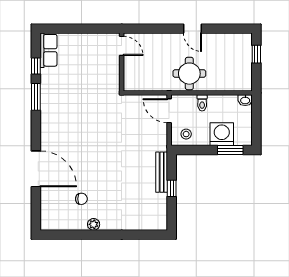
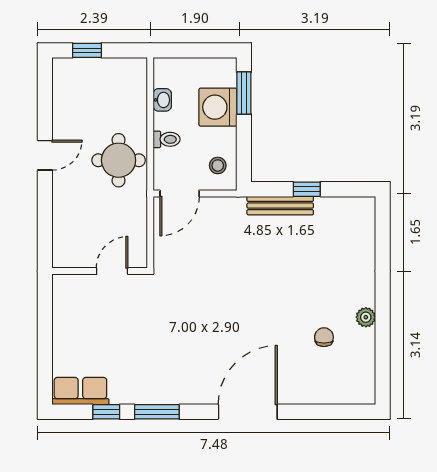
door: (122, 46) -> (112, 271), moved
washbasin: (245, 100) -> (162, 100), moved
door: (36, 169) -> (248, 412), moved

